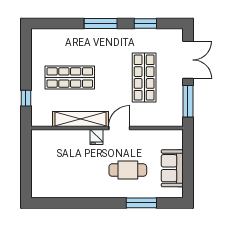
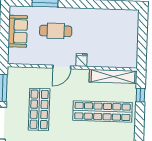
shop shelf: (70, 78) -> (103, 111), width x1.40
shelving: (81, 119) -> (113, 76), moved

